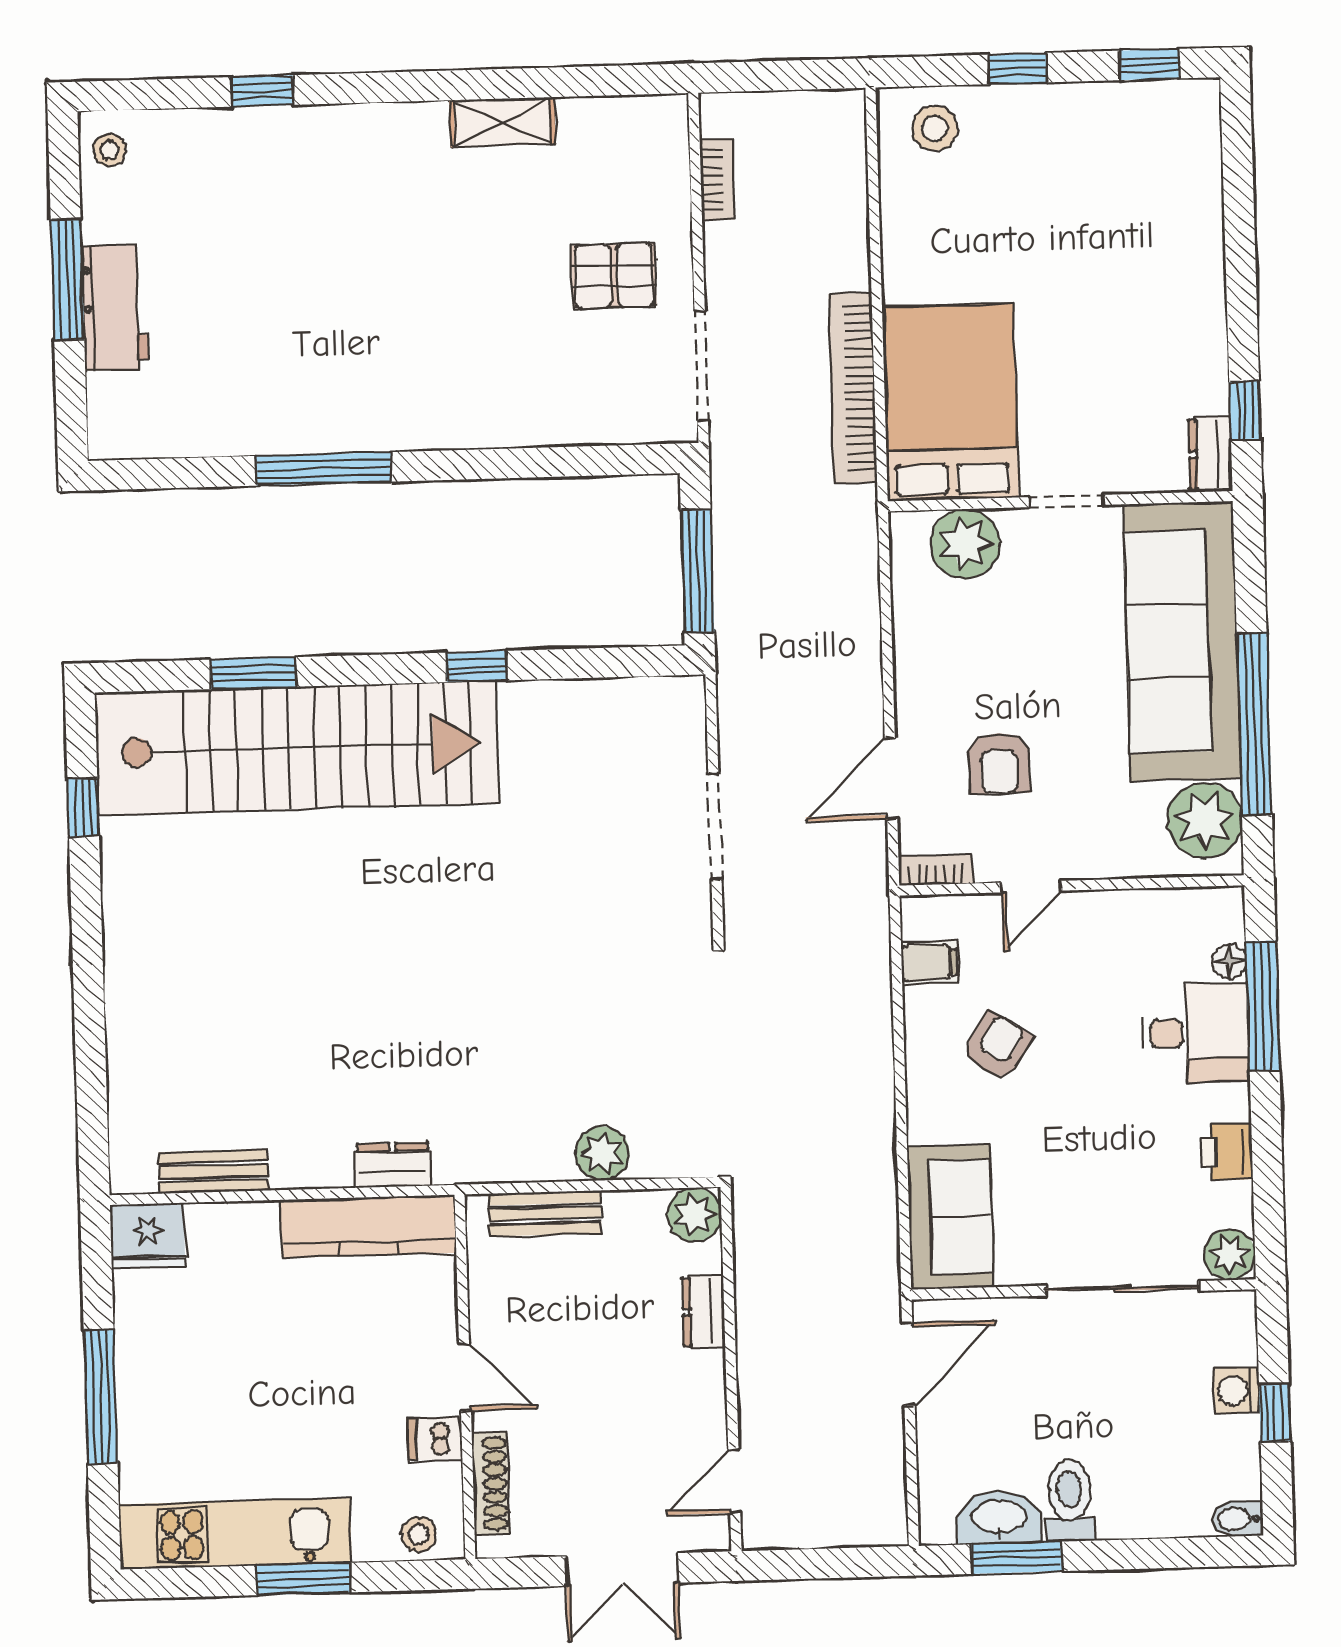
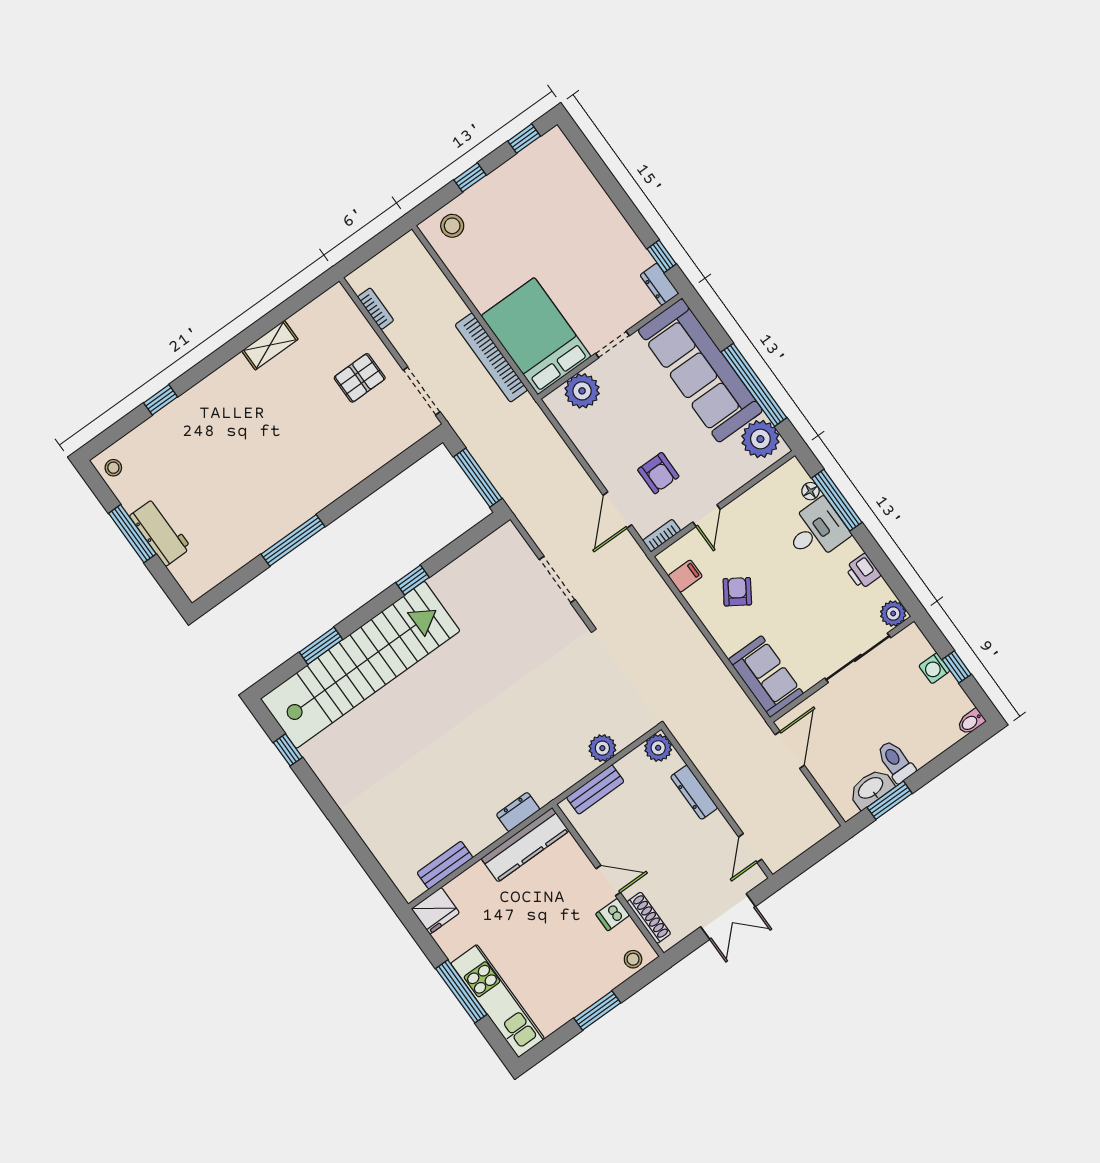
dresser: (704, 1312) -> (694, 792), width x1.44
kitchen unit: (235, 1534) -> (498, 1001), moved, turned 90

